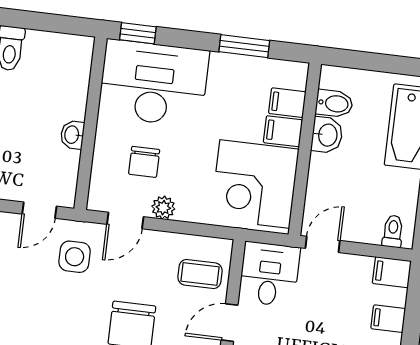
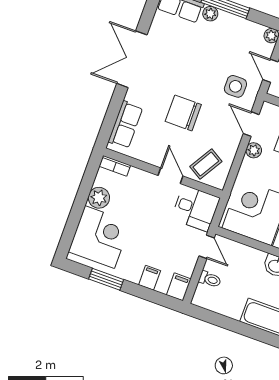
toilet: (393, 231) -> (210, 279), moved
coffee table: (200, 274) -> (206, 164), turned 31

